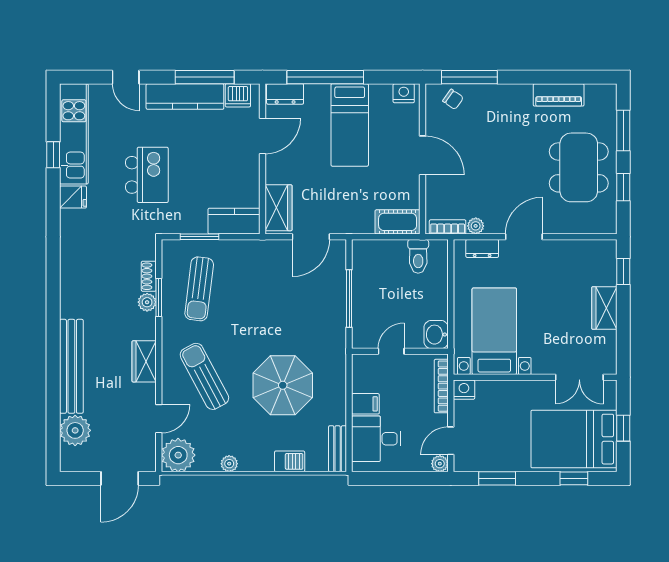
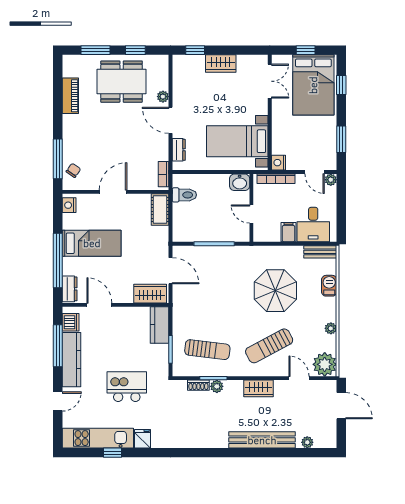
plant: (476, 226) -> (163, 97), moved
plant: (75, 430) -> (307, 442), width x0.53, depth x0.53

